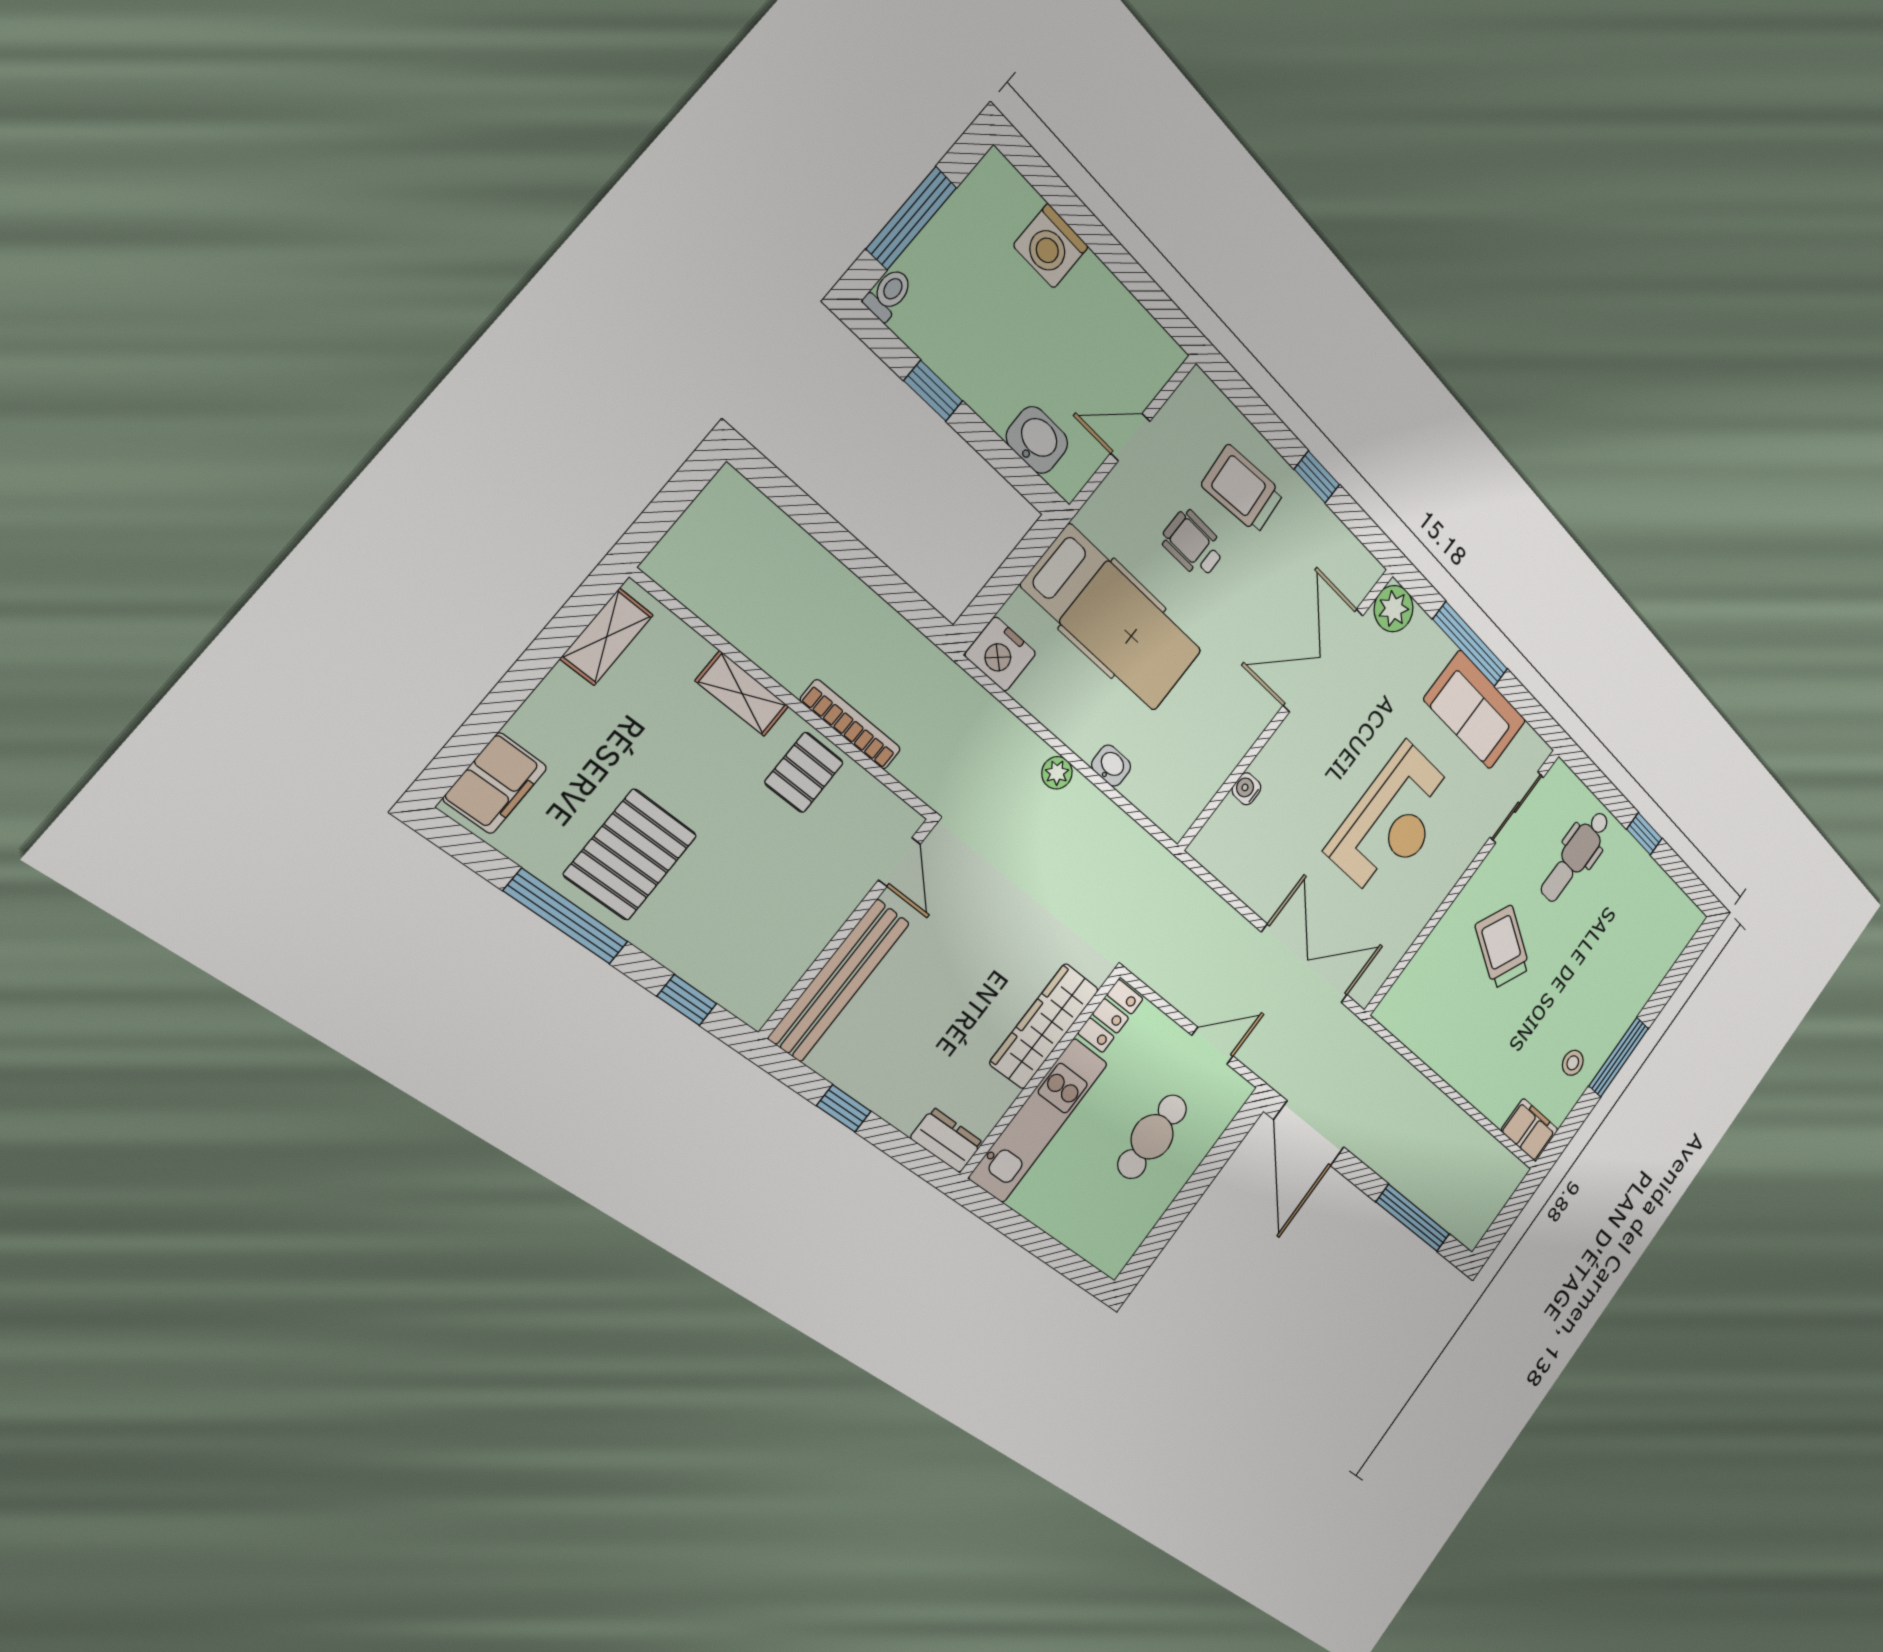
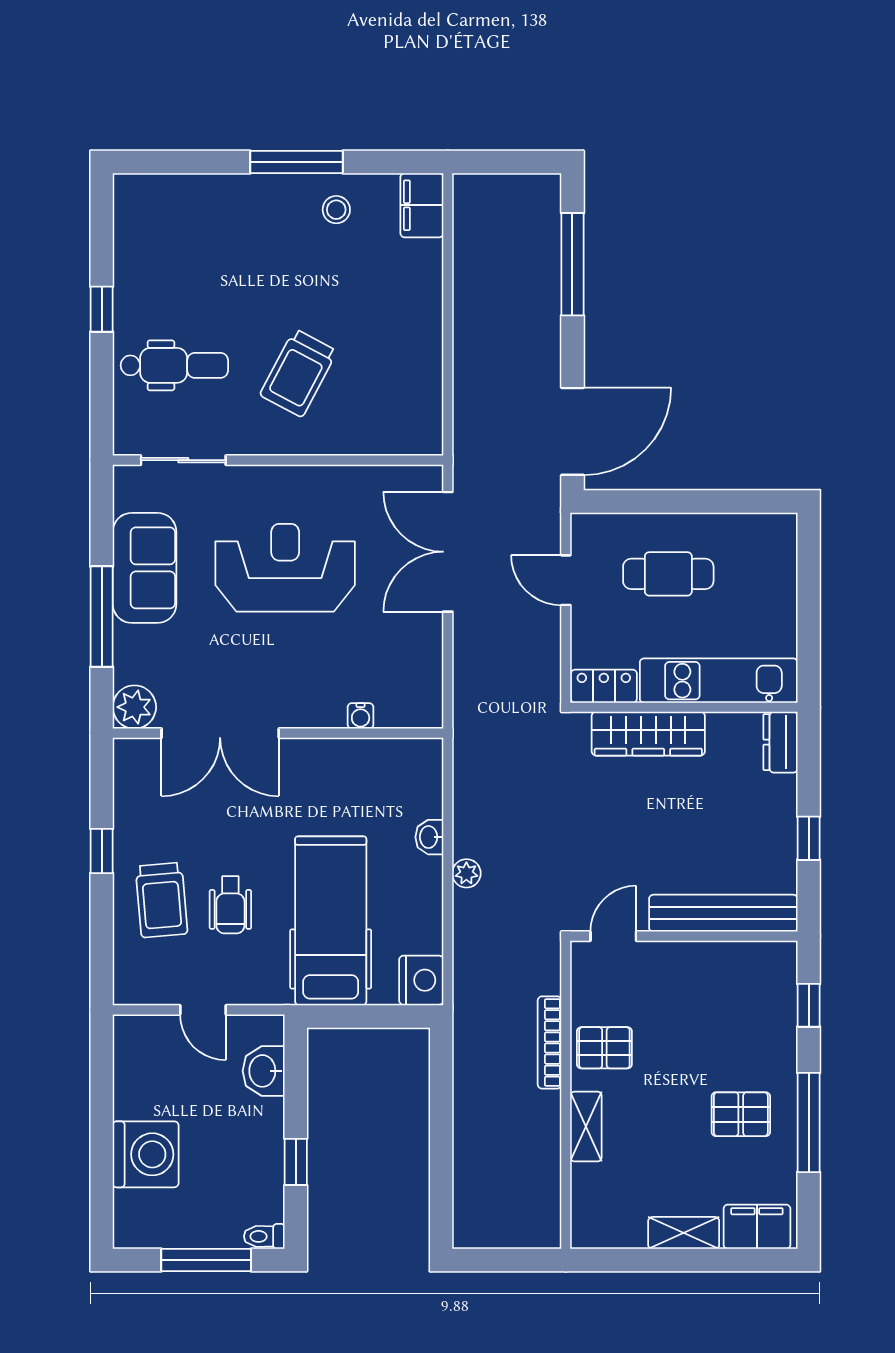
washing machine: (1051, 246) -> (146, 1154), width x1.37, depth x1.37
shelving: (607, 637) -> (684, 1233), moved
pallet: (630, 855) -> (741, 1114), width x0.67, depth x0.71

